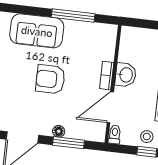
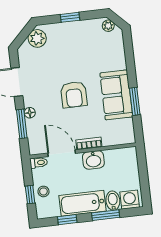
window: (73, 15) -> (135, 101), width x0.69
sofa: (37, 31) -> (116, 95), moved
armchair: (50, 79) -> (74, 95), turned 180

